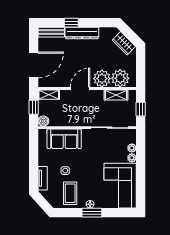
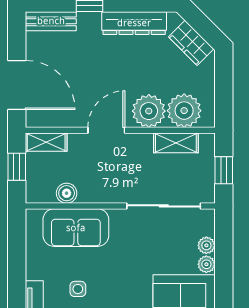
dresser: (82, 33) -> (134, 23), moved
door: (34, 65) -> (17, 85), hinge flipped
boiler: (43, 121) -> (67, 193), moved

